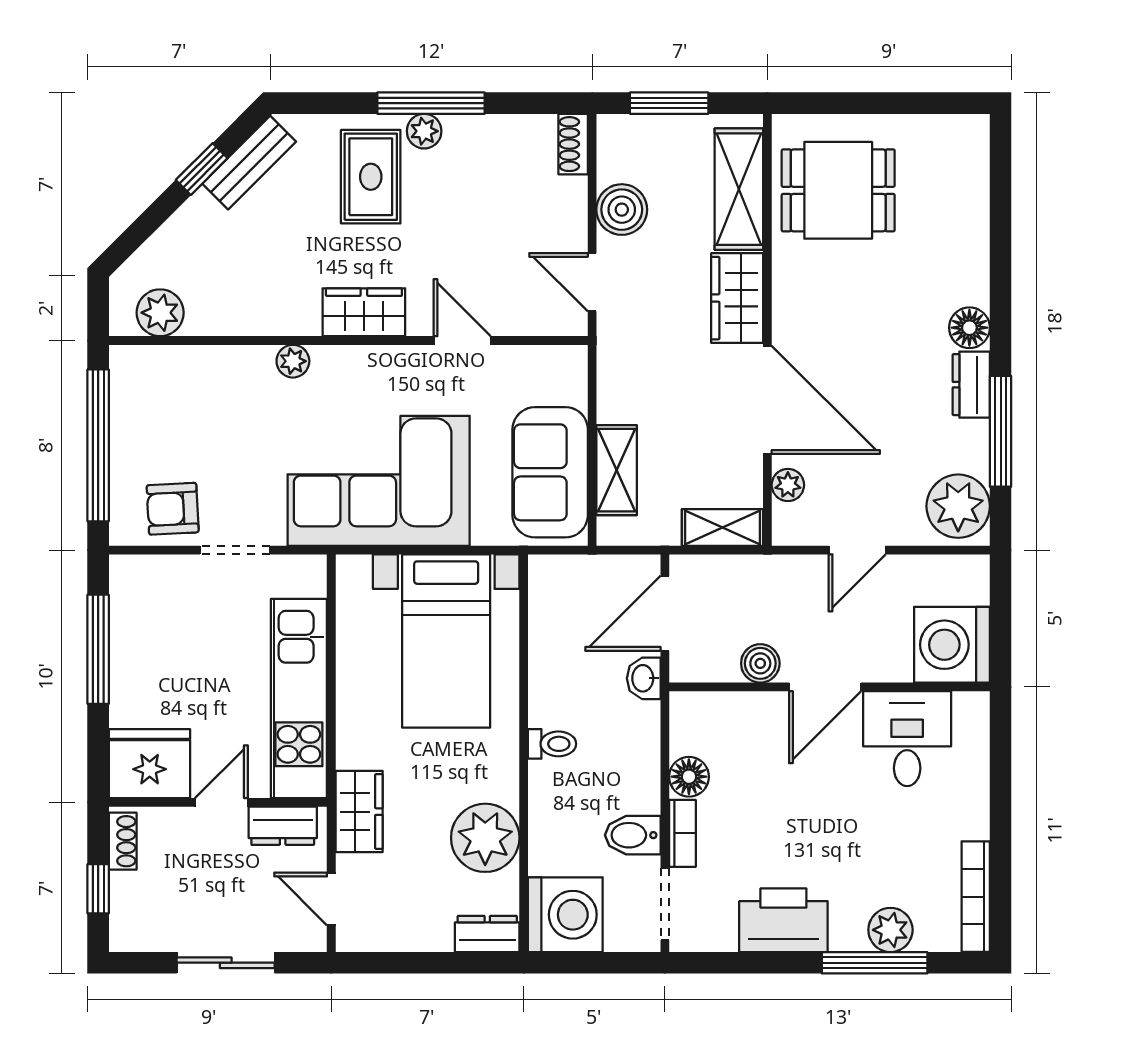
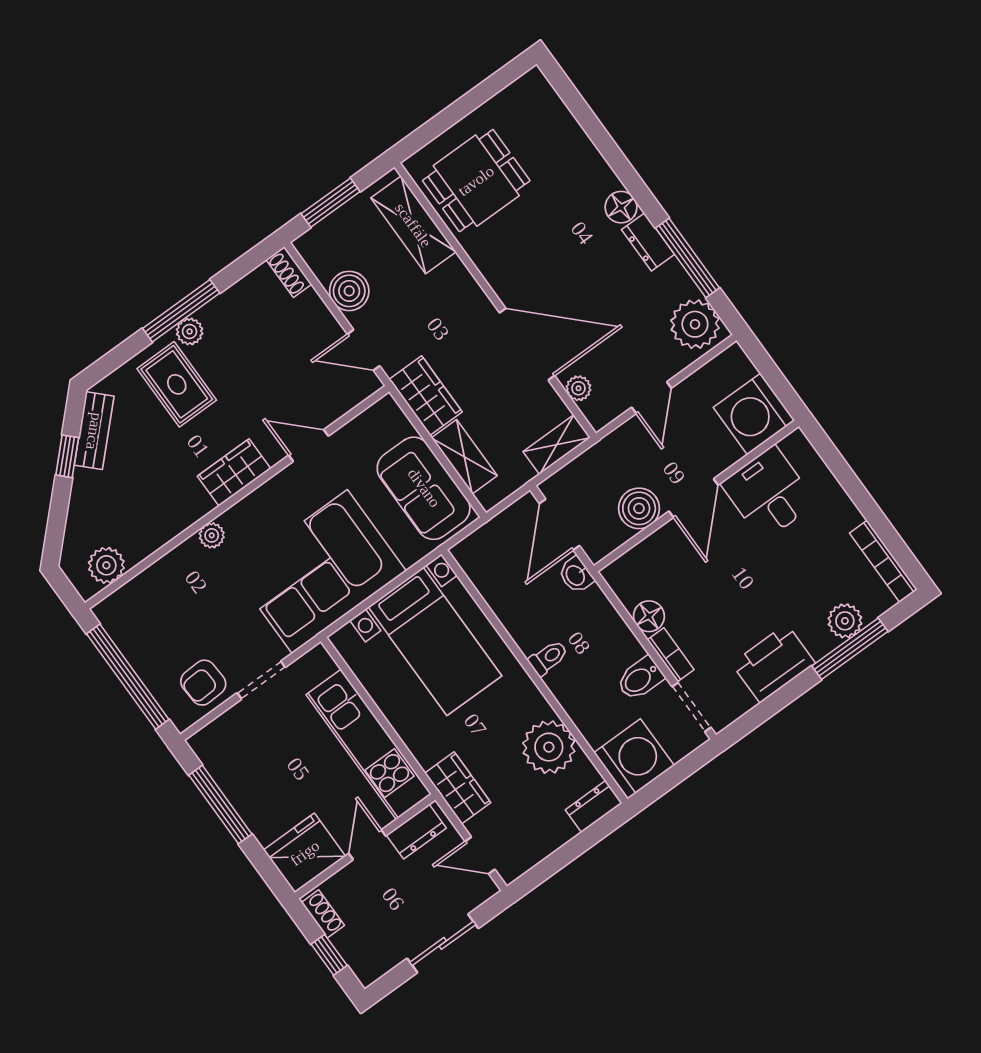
wardrobe: (737, 298) -> (426, 396), moved, turned 180
boiler: (760, 663) -> (639, 508), width x1.36, depth x1.36

